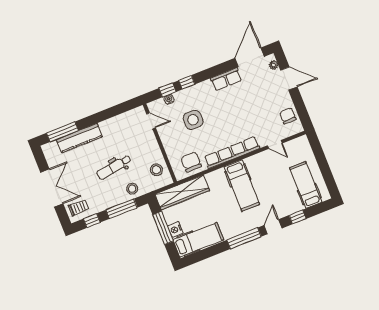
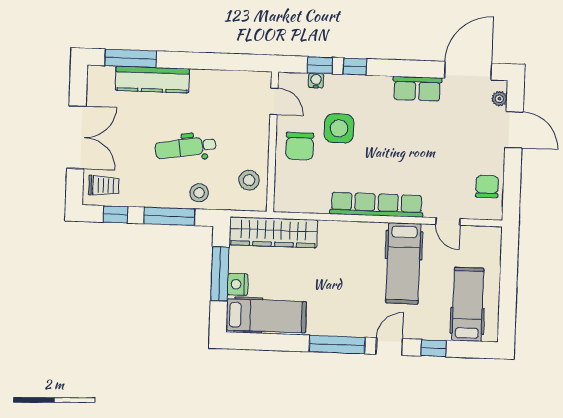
chair: (191, 162) -> (300, 146), moved, turned 180
hospital bed: (242, 185) -> (403, 263), moved

